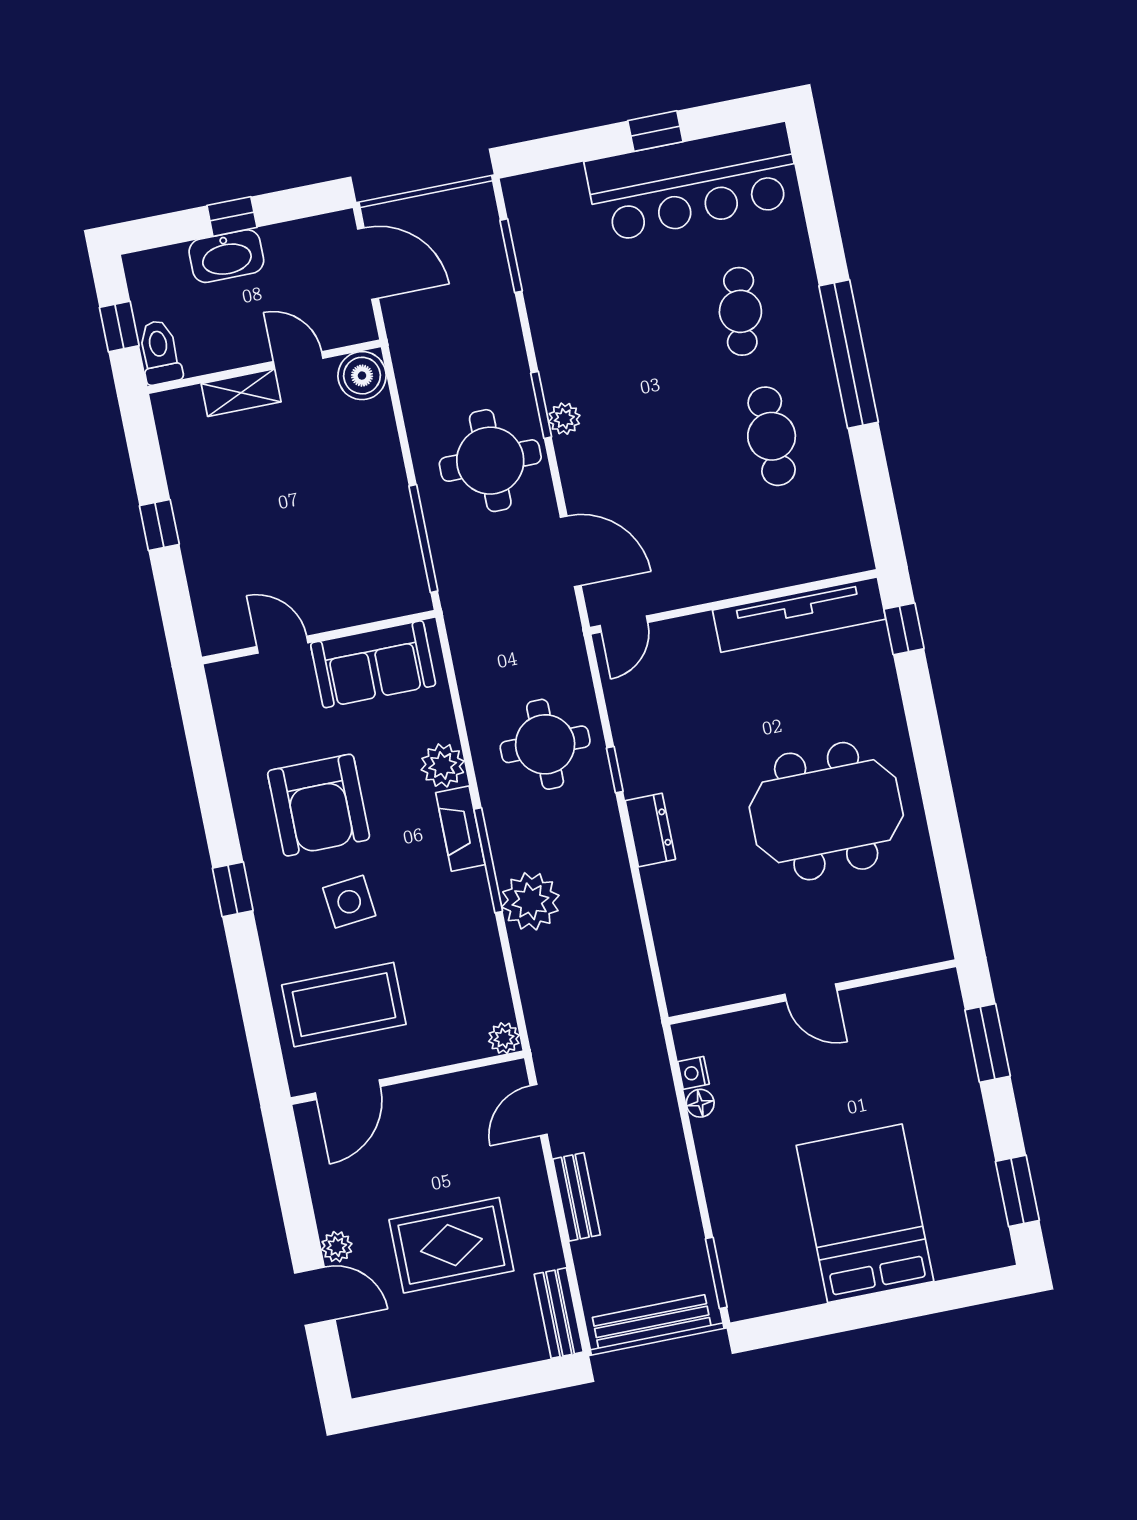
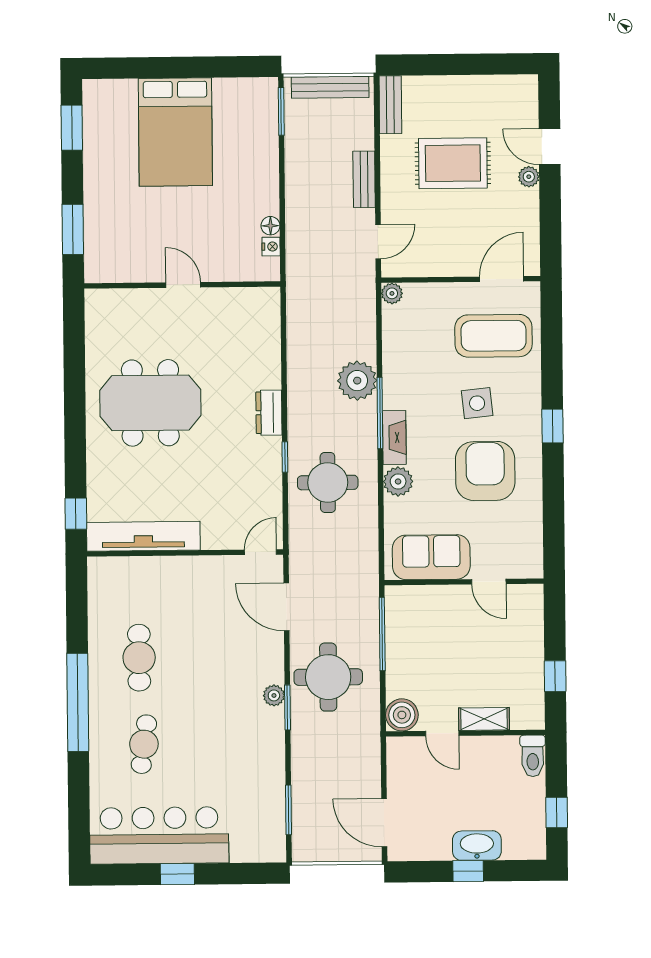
toilet: (160, 352) -> (533, 756), moved
door: (298, 360) -> (442, 733), moved
wall: (264, 367) -> (466, 733), moved
boiler: (362, 376) -> (402, 715), moved
shelving: (241, 393) -> (484, 719), moved

